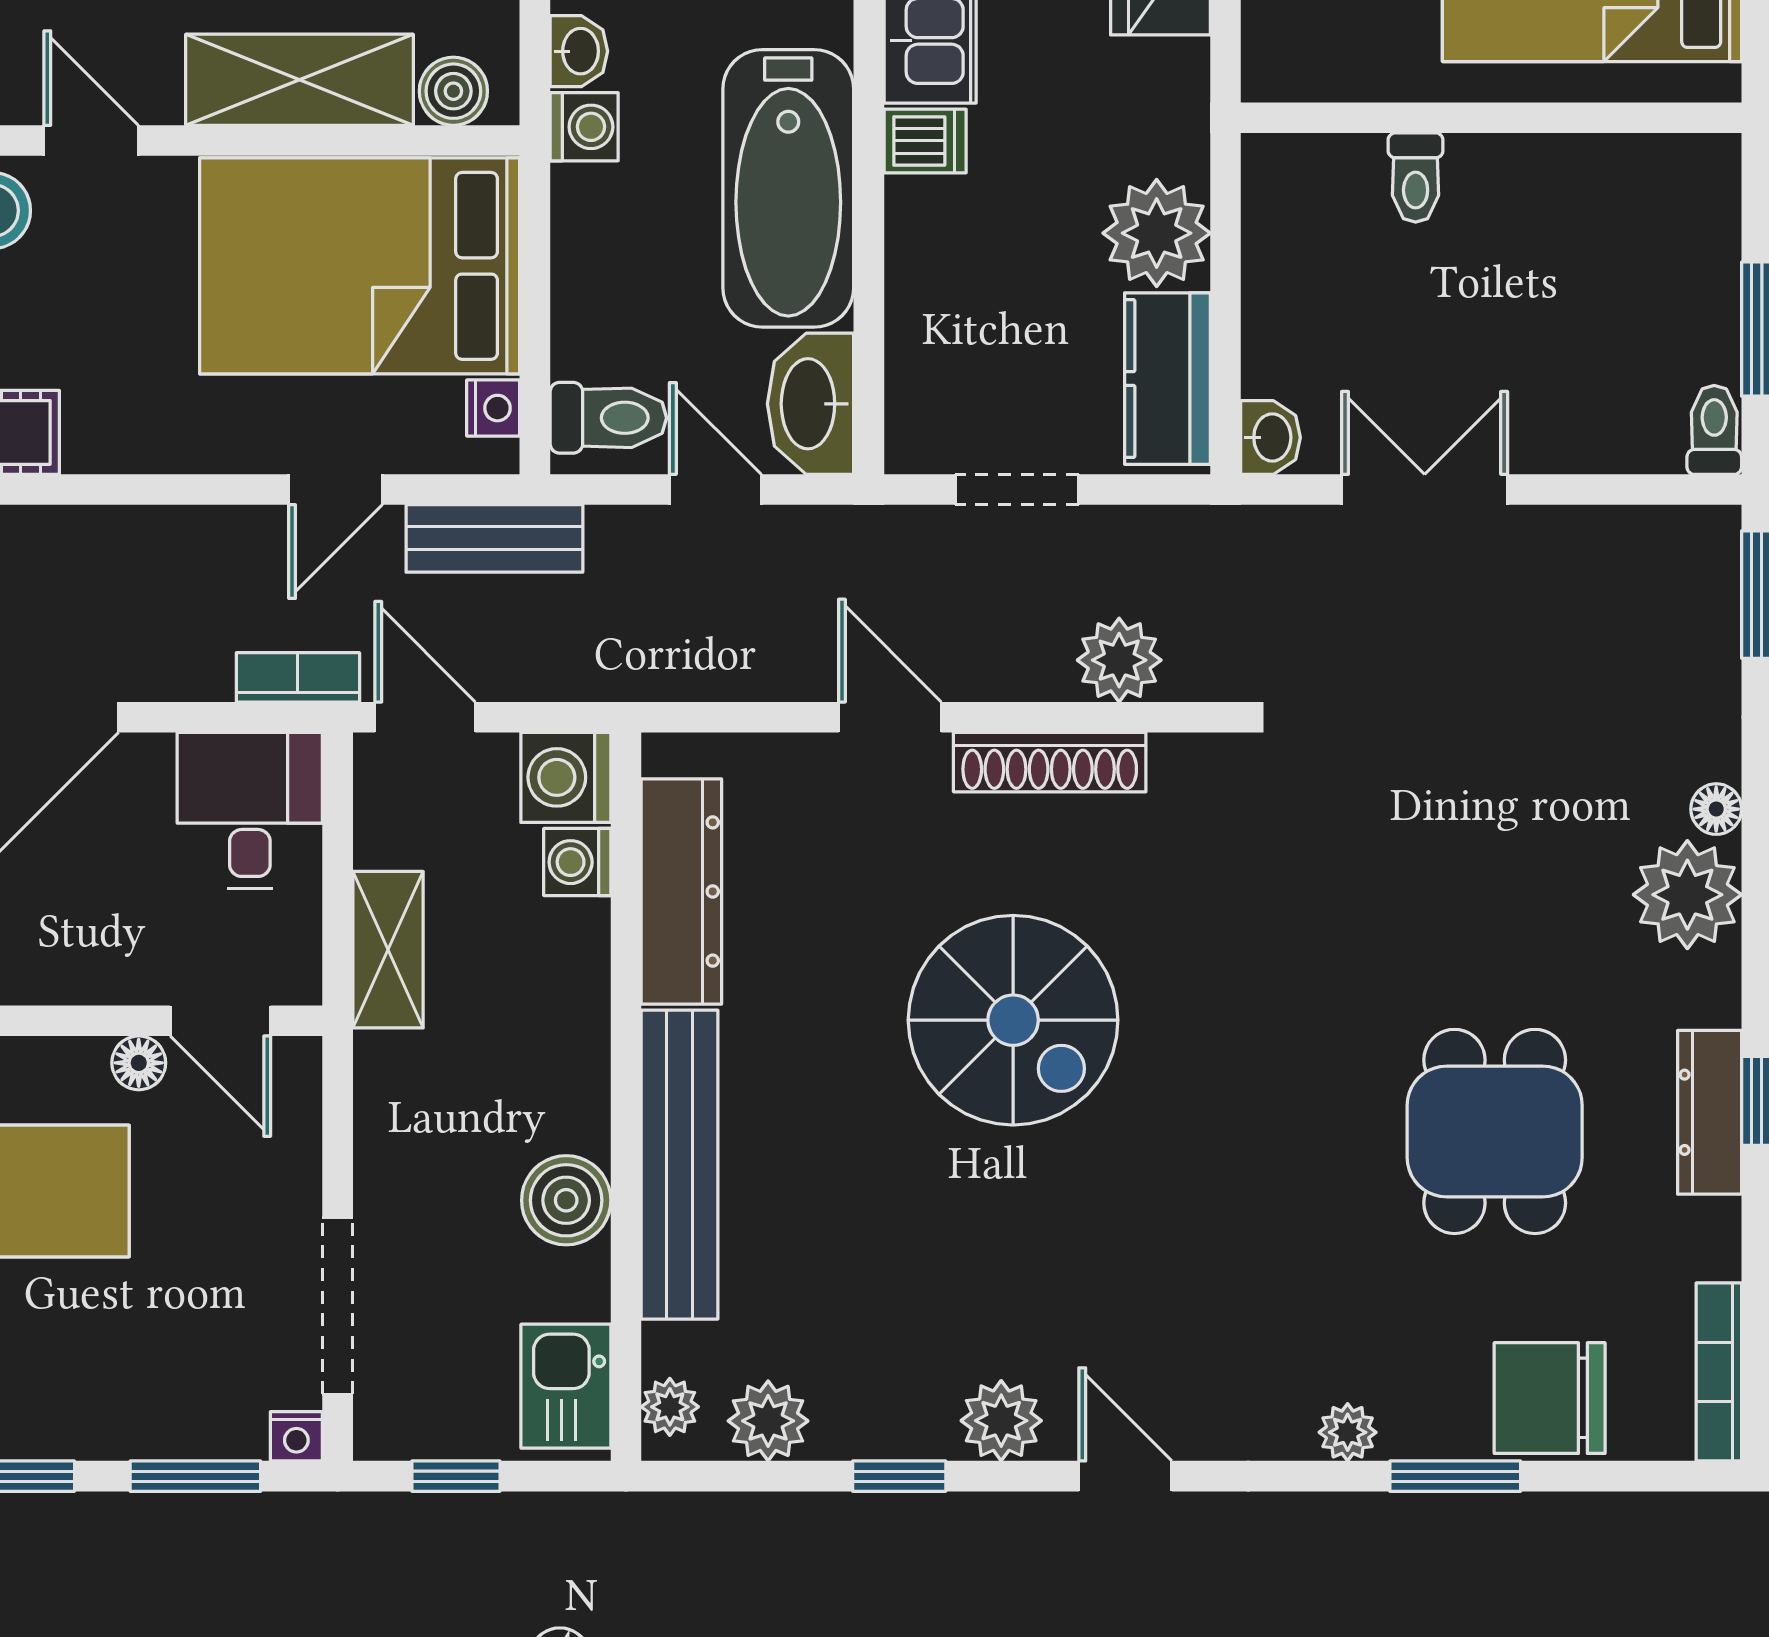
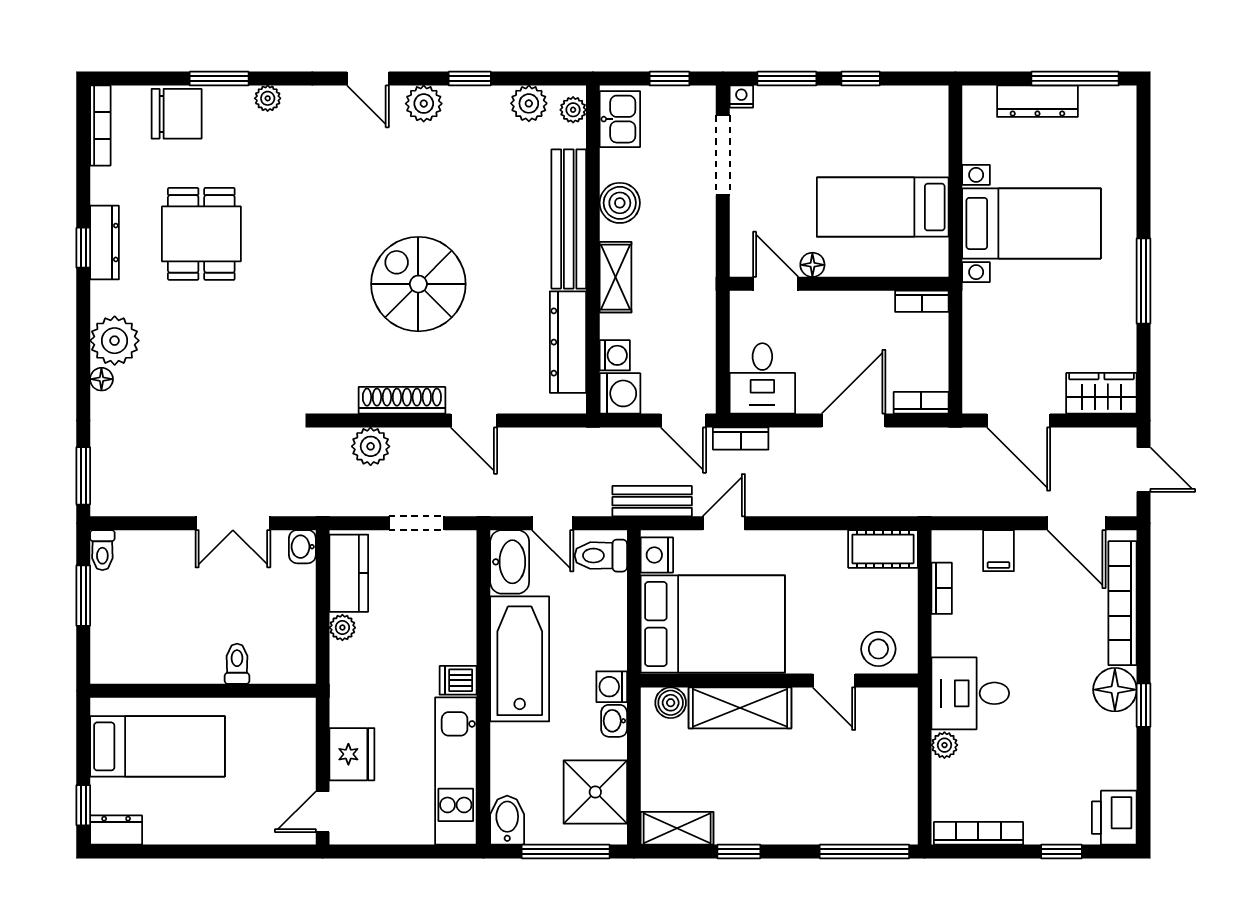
plant: (1157, 233) -> (342, 628), width x0.53, depth x0.53
nightstand: (493, 408) -> (657, 555), width x1.39, depth x1.35
shelving: (388, 950) -> (616, 277), moved

